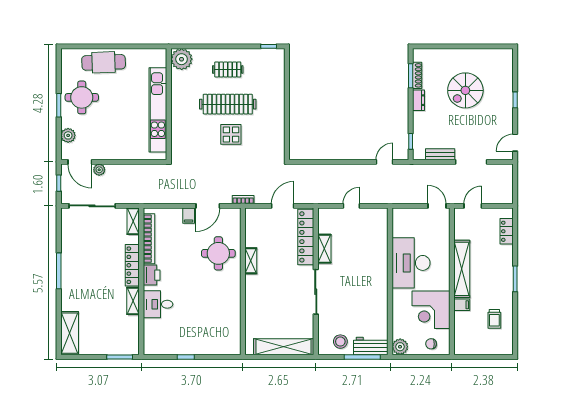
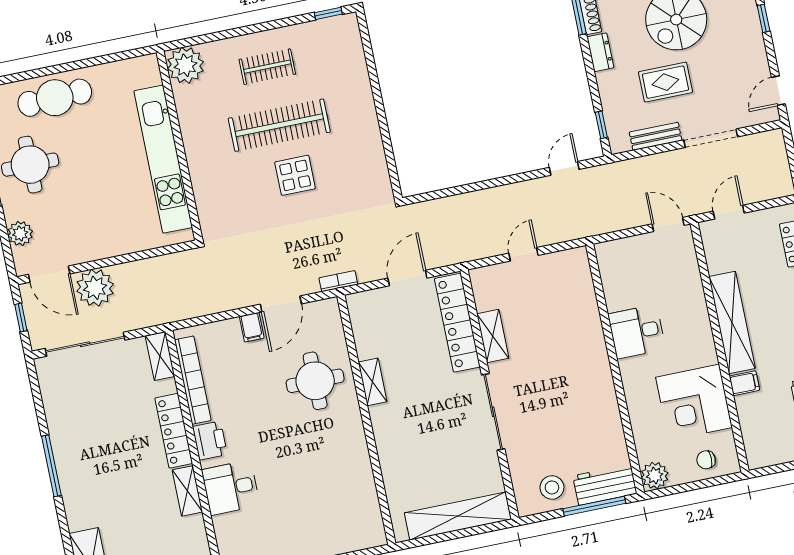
rug: (452, 125) -> (665, 82), added
plant: (99, 170) -> (95, 288), width x1.88, depth x1.88
desk: (411, 263) -> (637, 332), width x0.53, depth x0.77

